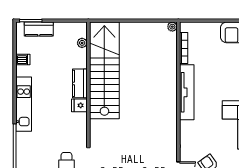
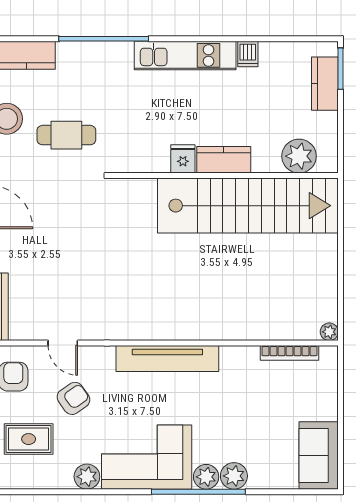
plant: (82, 43) -> (299, 156), width x1.87, depth x1.87
dishwasher: (23, 60) -> (248, 54), moved
tv unit: (187, 92) -> (167, 359), moved

